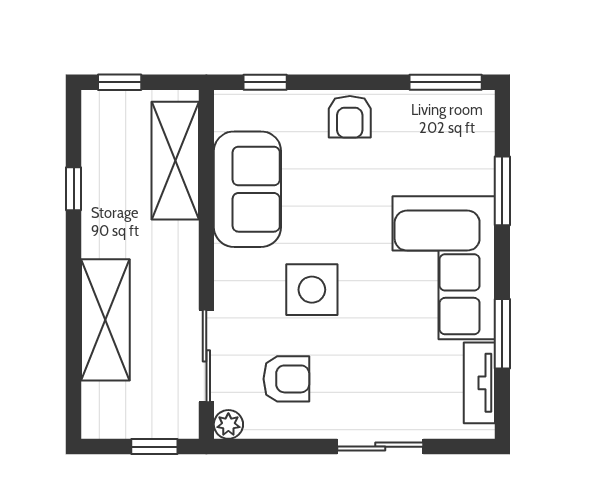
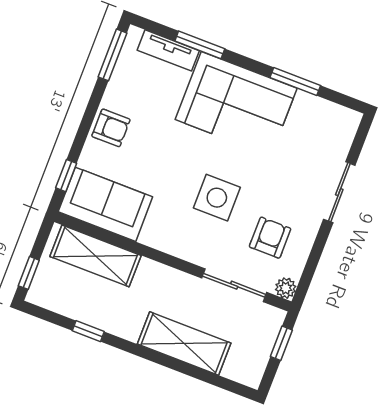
sofa: (247, 189) -> (105, 204), moved
tv unit: (479, 383) -> (168, 50), moved

